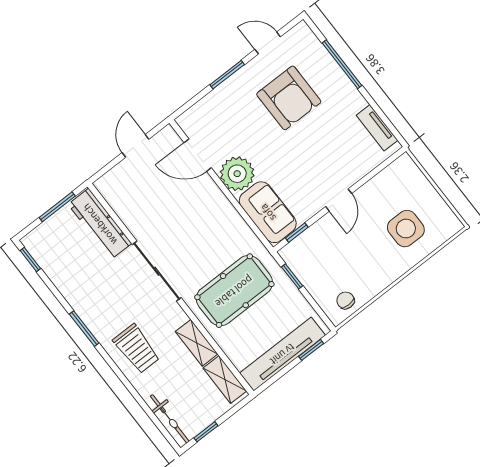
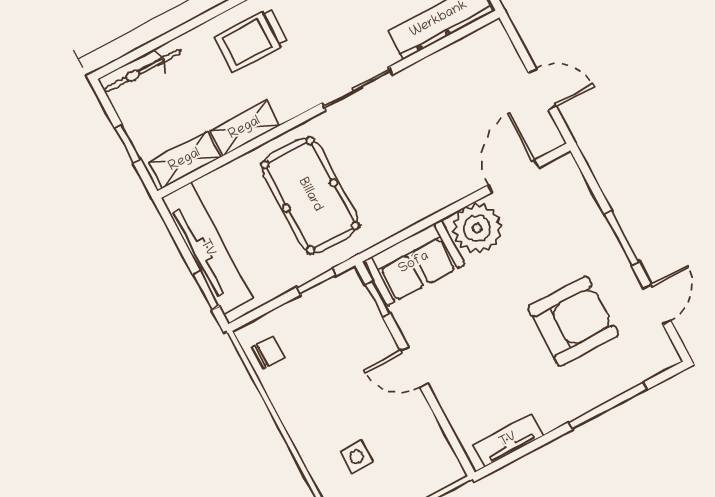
armchair: (289, 98) -> (573, 321), turned 180
side table: (406, 229) -> (357, 457), width x0.54, depth x0.54
sliding door: (157, 271) -> (357, 89), width x0.73
window: (206, 432) -> (128, 144), moved

